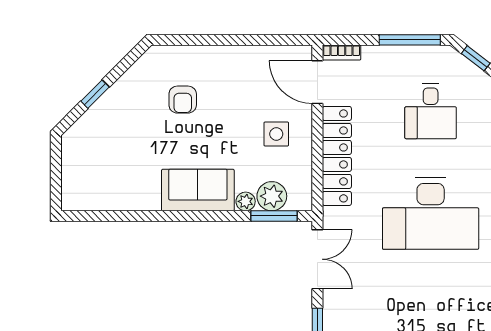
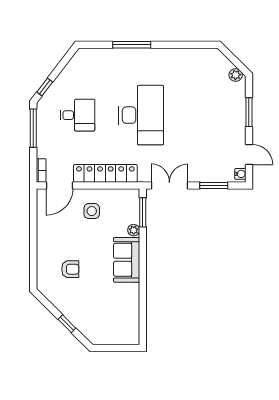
plant: (272, 196) -> (130, 214), removed

